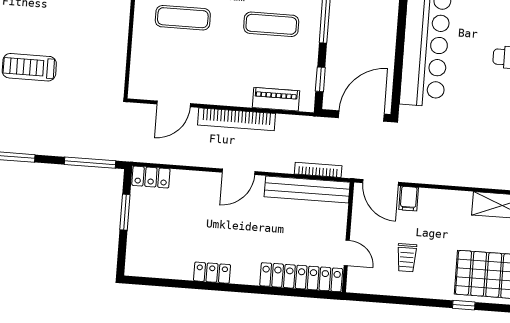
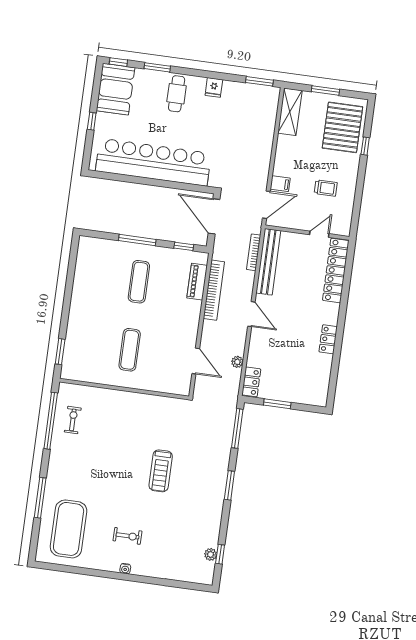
bookcase: (236, 119) -> (214, 290), moved
plant: (176, 157) -> (237, 362), added

